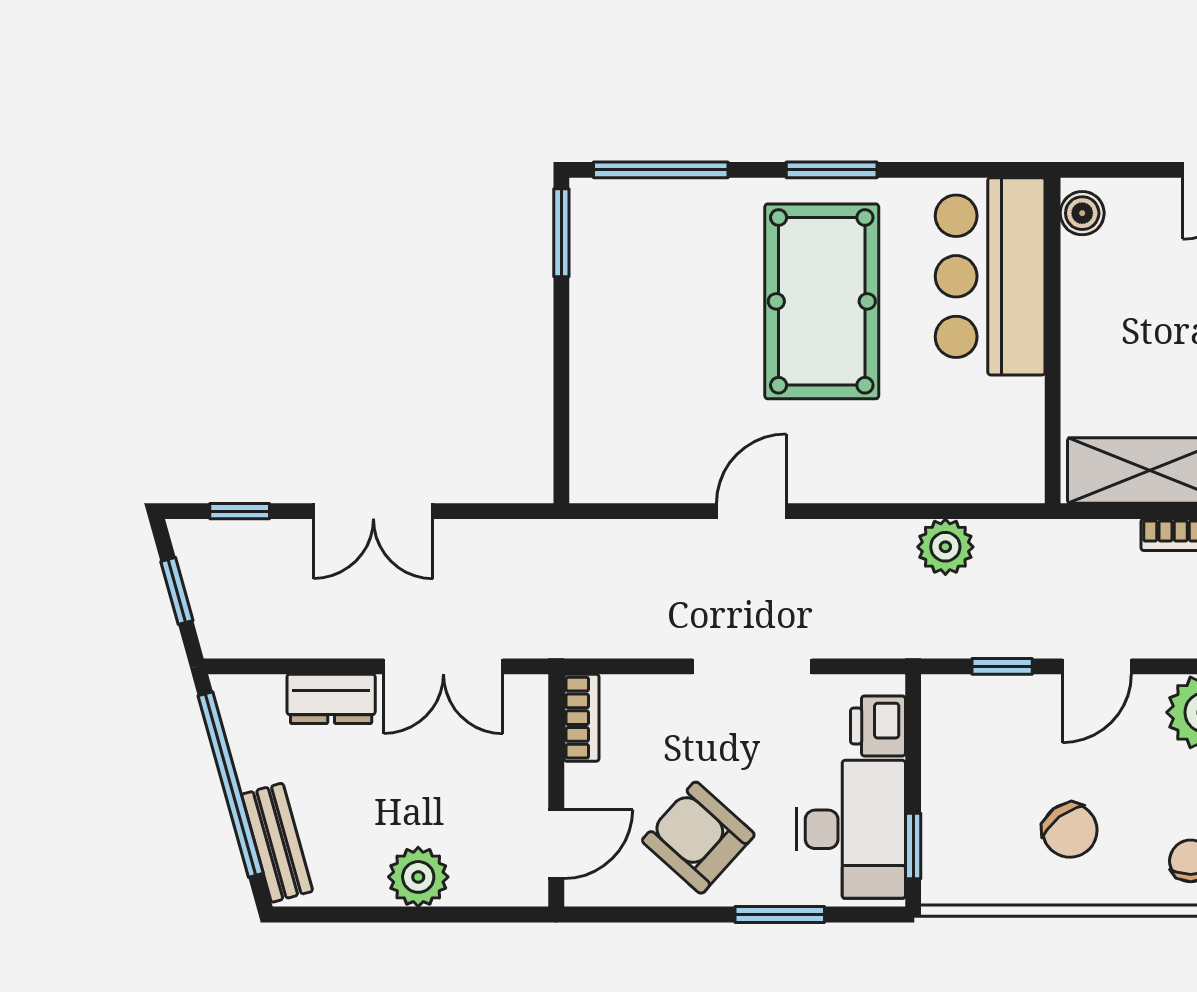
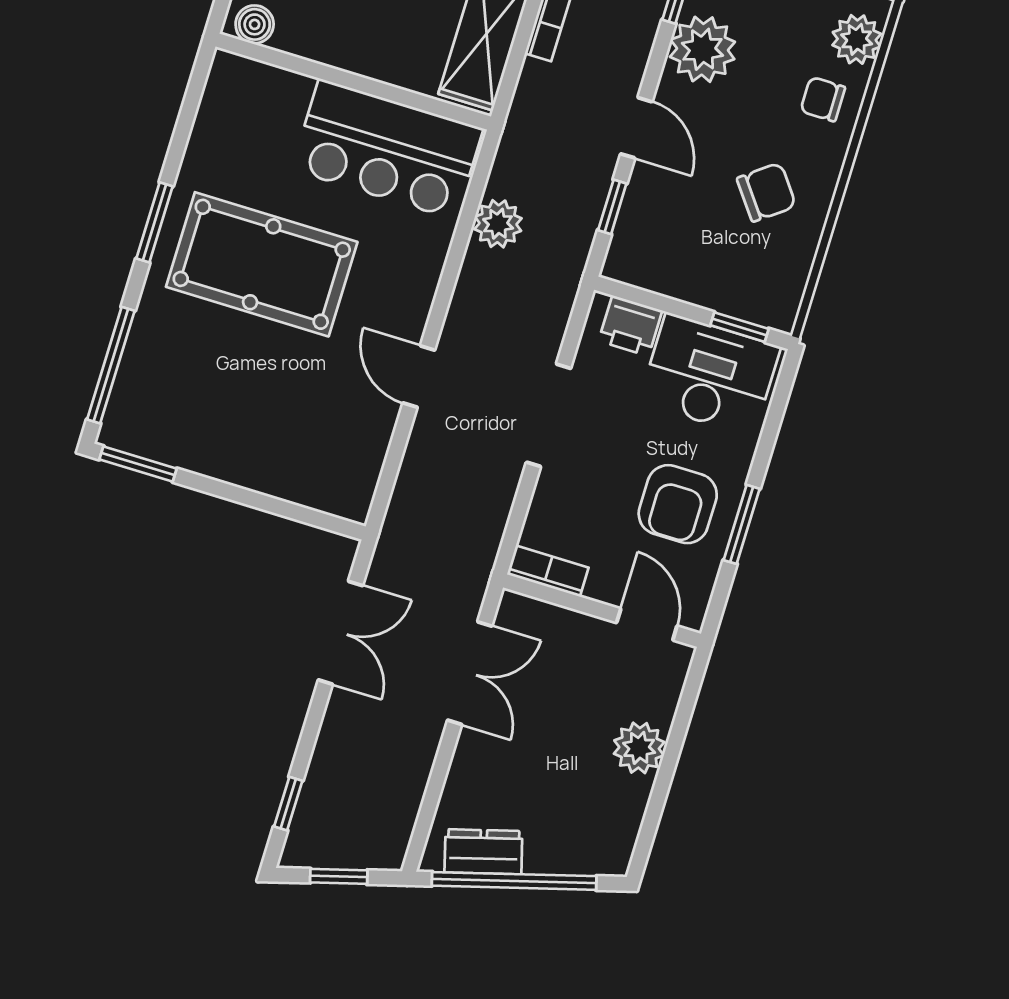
bar counter: (990, 276) -> (387, 149), moved
double door: (373, 511) -> (340, 633), moved
dresser: (331, 699) -> (483, 852), moved, turned -106
armchair: (698, 838) -> (678, 504), turned -42
bench: (277, 843) -> (575, 857), removed
window: (780, 915) -> (742, 524), moved

